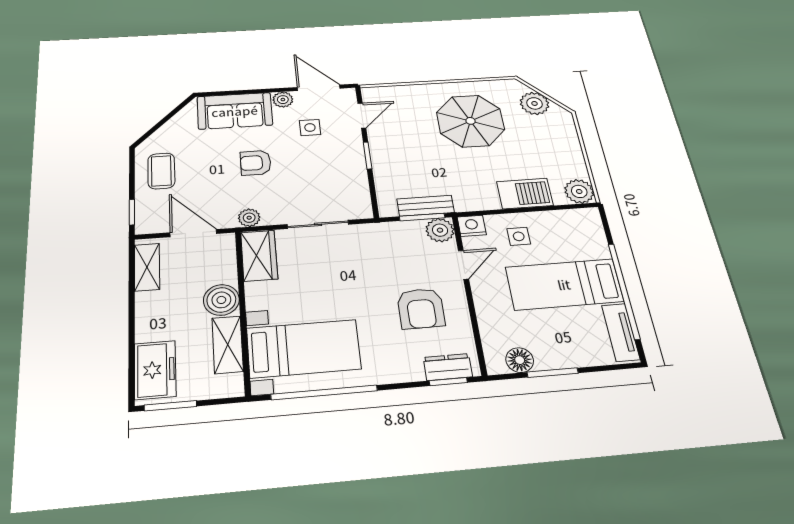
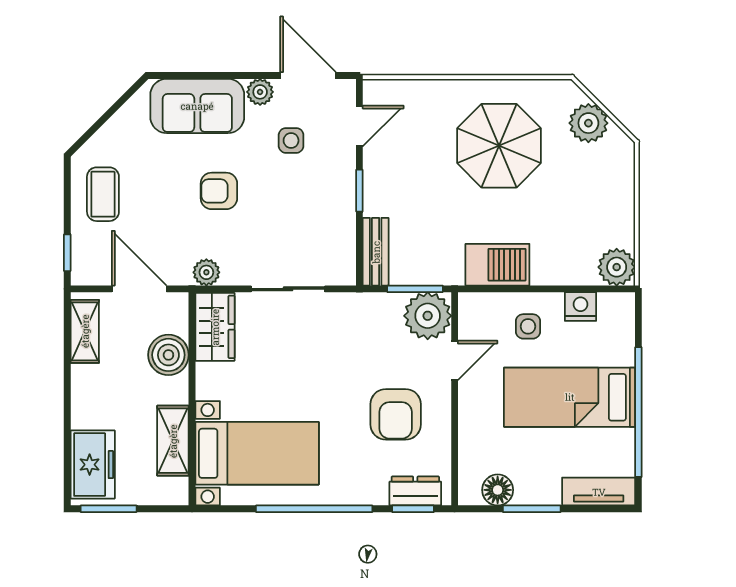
barbecue: (525, 194) -> (497, 265), moved
bench: (426, 206) -> (376, 252), moved, turned 90
nightstand: (472, 226) -> (580, 307), moved
plant: (440, 230) -> (428, 316), width x1.36, depth x1.36
boiler: (221, 300) -> (168, 355), moved
tv unit: (621, 332) -> (599, 492), moved, turned 90
window: (324, 392) -> (314, 509), moved

